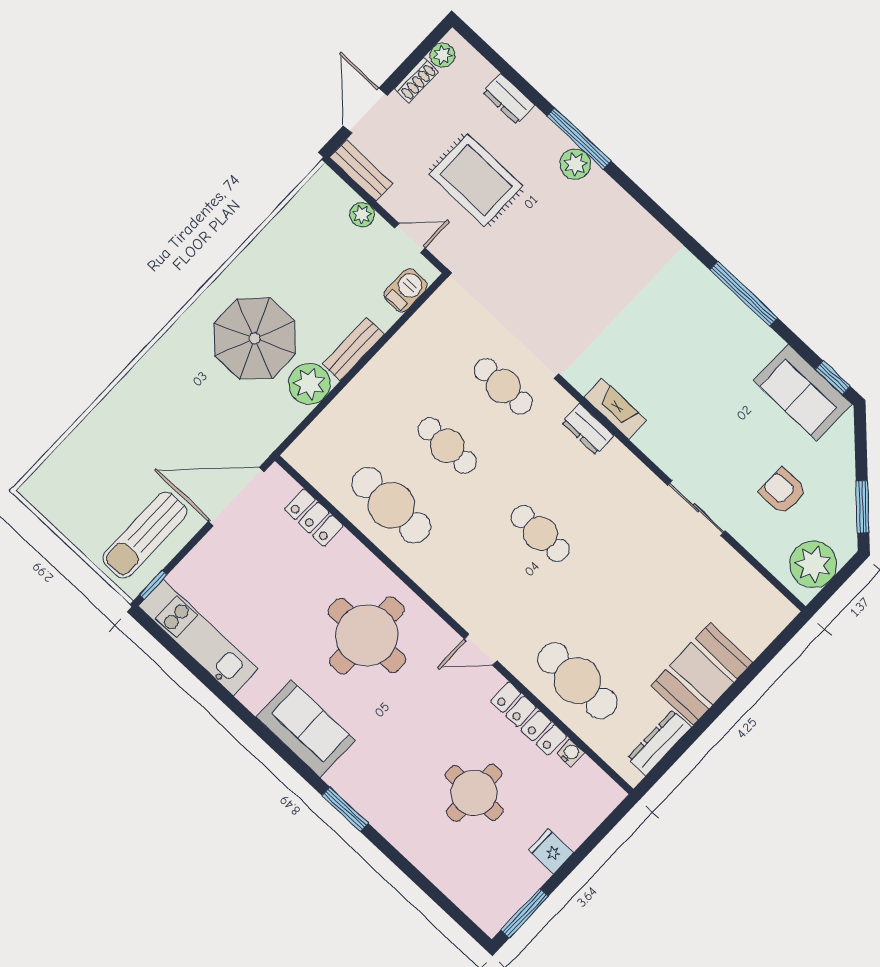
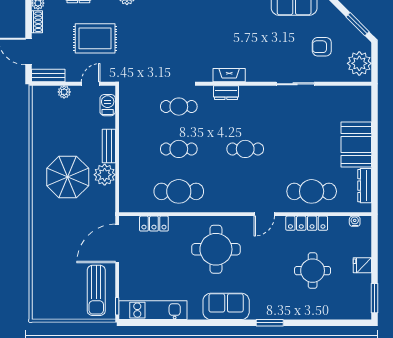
water cooler: (570, 753) -> (355, 221), moved

